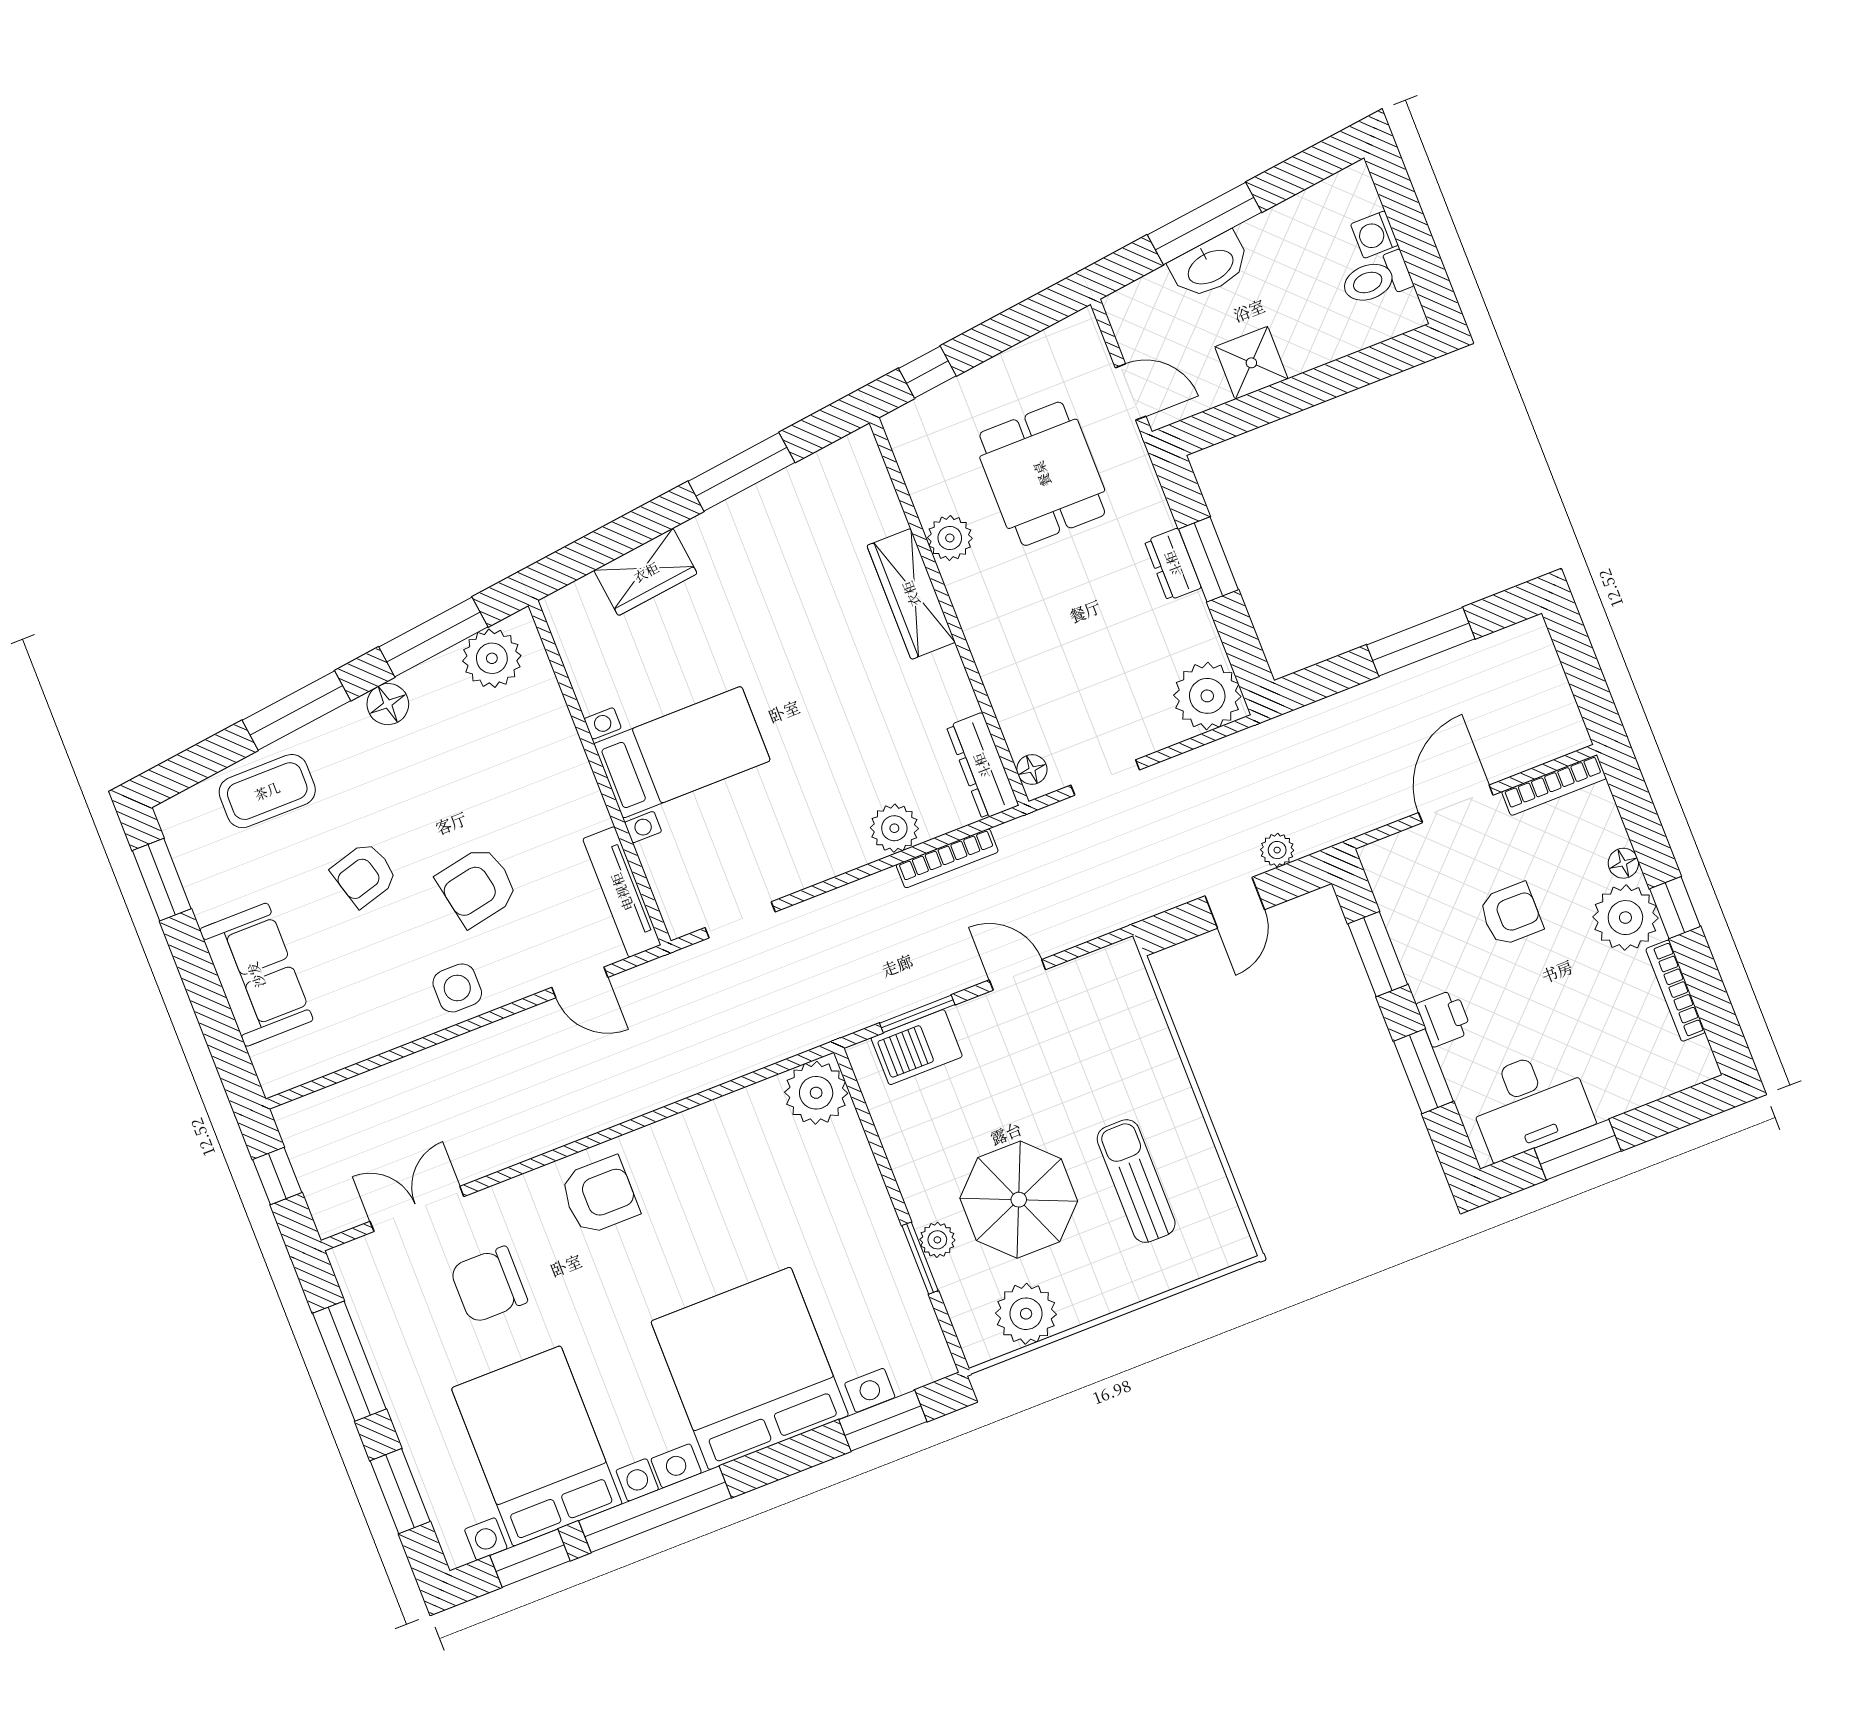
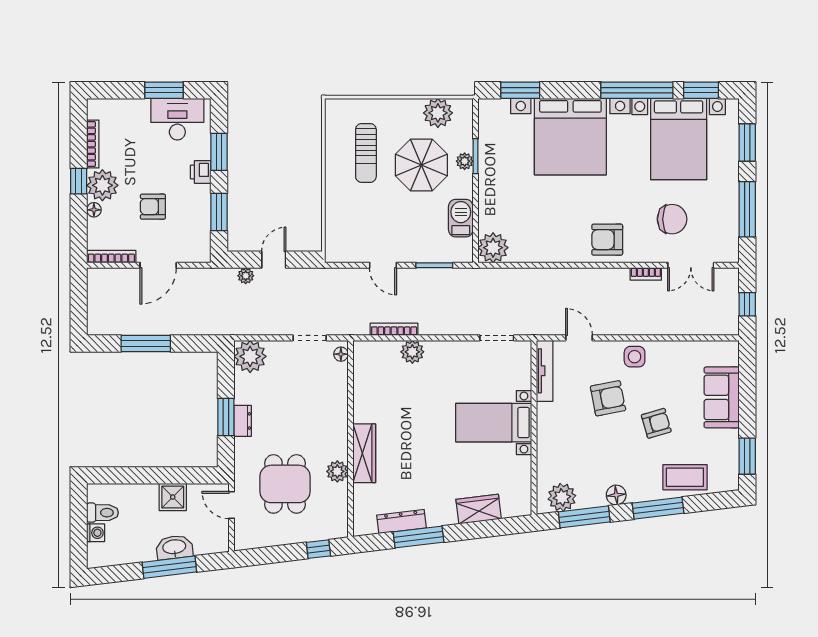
dresser: (982, 766) -> (402, 521), moved, turned -97
barbecue: (917, 1047) -> (461, 218), moved, turned -90
bookcase: (498, 1158) -> (646, 274), added

